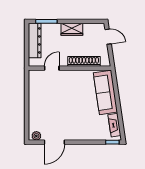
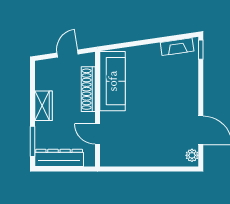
door: (108, 37) -> (68, 54), moved
sofa: (105, 92) -> (113, 81), moved, turned -82

